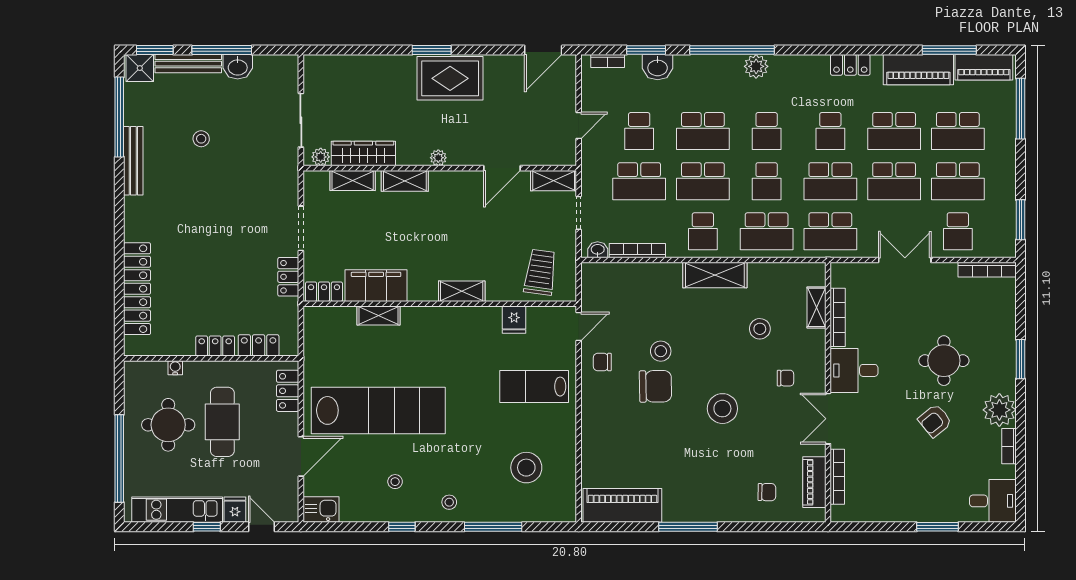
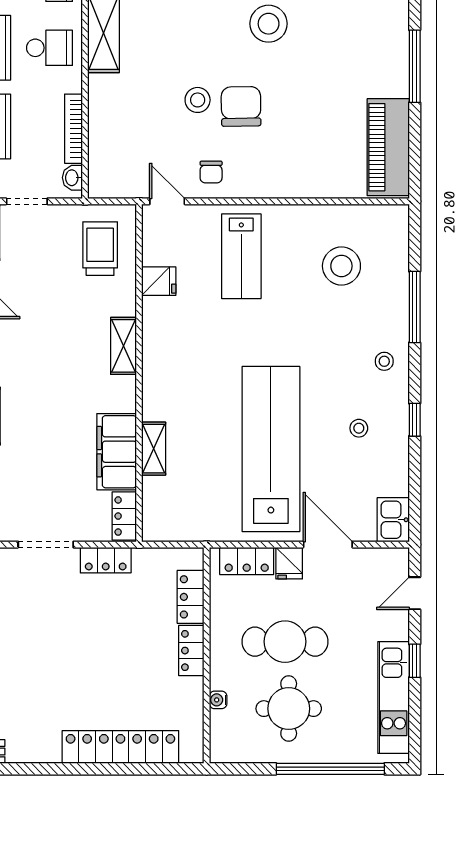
trolley: (540, 272) -> (100, 249), turned 82
fridge: (235, 510) -> (289, 563), moved, turned -90

